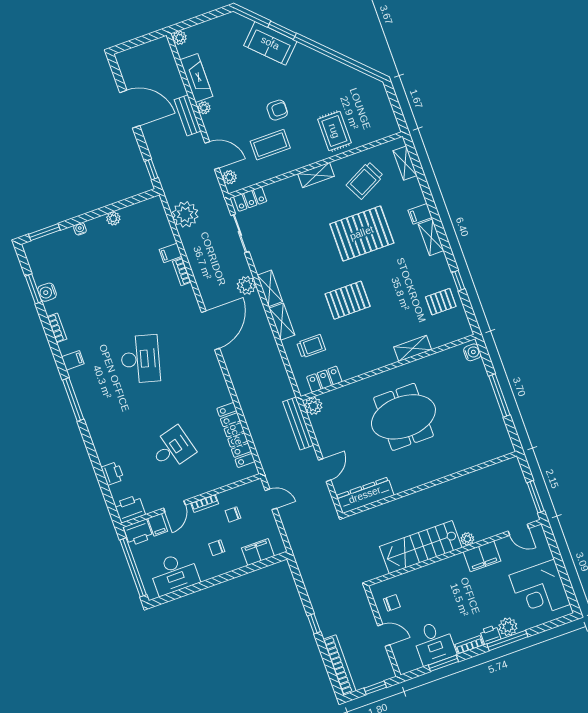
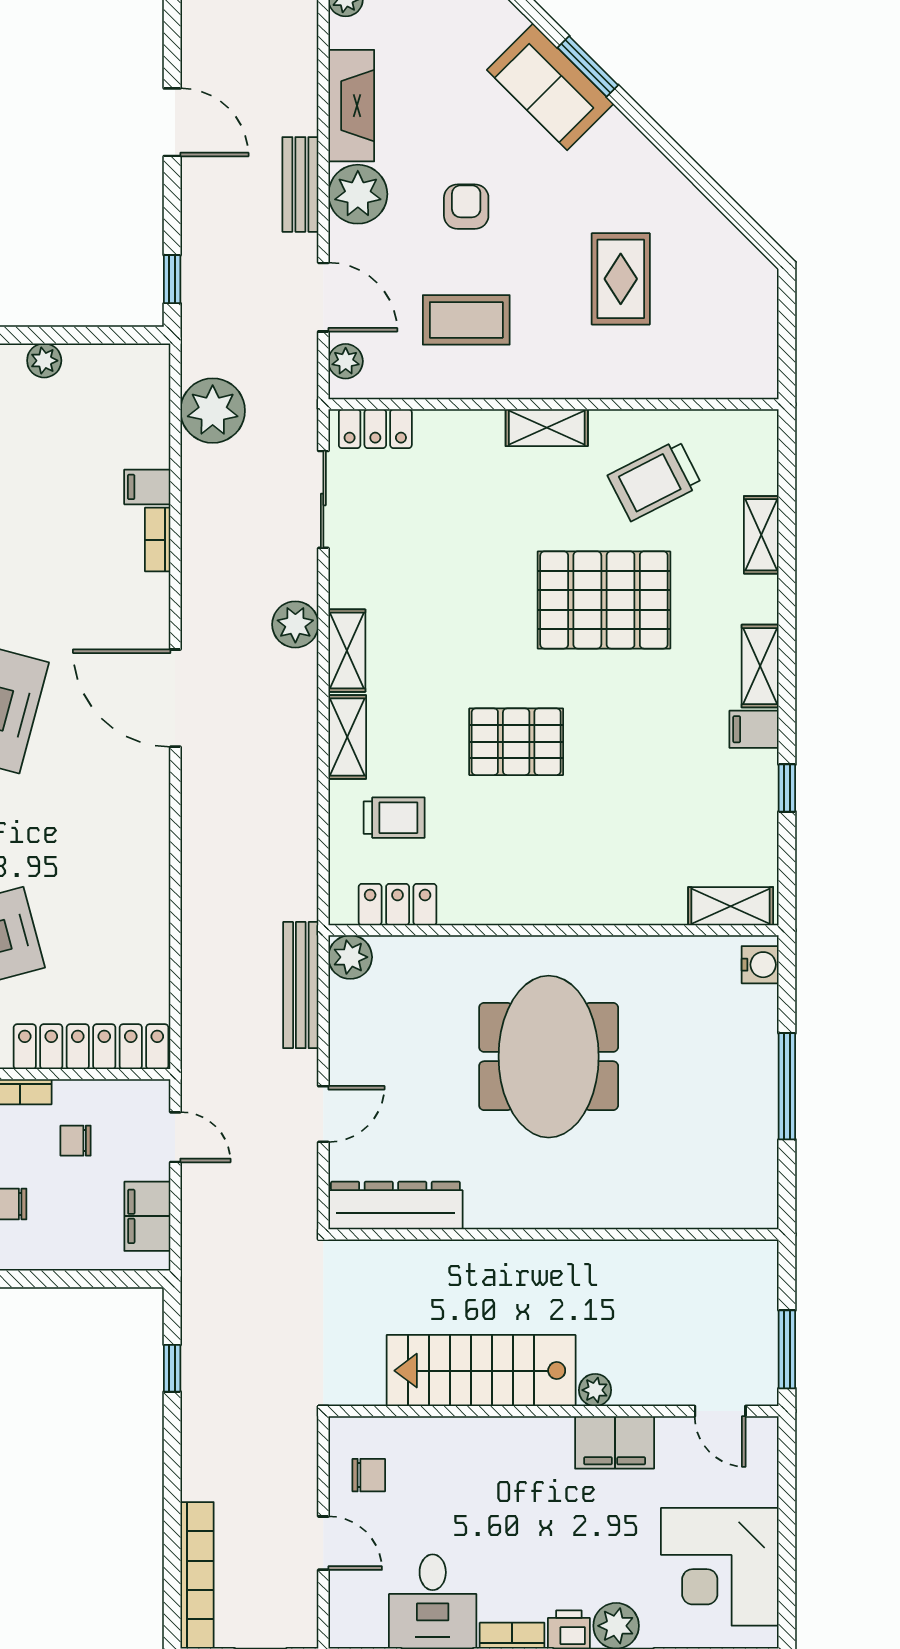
plant: (204, 108) -> (358, 194), width x1.88, depth x1.88
door: (130, 109) -> (172, 122), width x0.73
armchair: (277, 110) -> (466, 207), moved, turned -90
rug: (334, 131) -> (621, 279), moved
shelving: (405, 163) -> (761, 535), moved
filing cabinet: (420, 214) -> (754, 729), moved
pallet: (441, 302) -> (730, 822), removed
door: (210, 330) -> (175, 698), swing flipped
shelving: (413, 348) -> (731, 906), moved
meeting table: (403, 417) -> (549, 1057), turned 90
locker: (236, 435) -> (91, 1047), moved, turned 90
filing cabinet: (258, 552) -> (147, 1216), moved, turned -90
window: (314, 624) -> (172, 1368), moved

